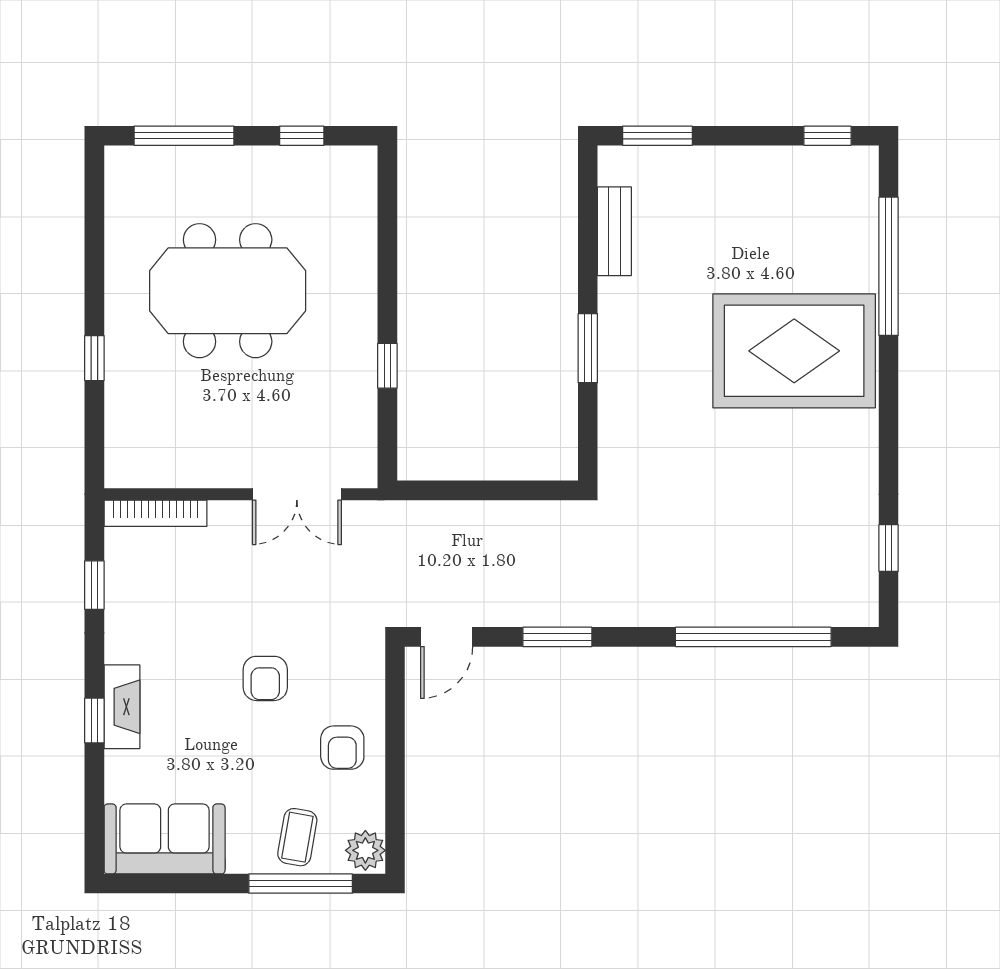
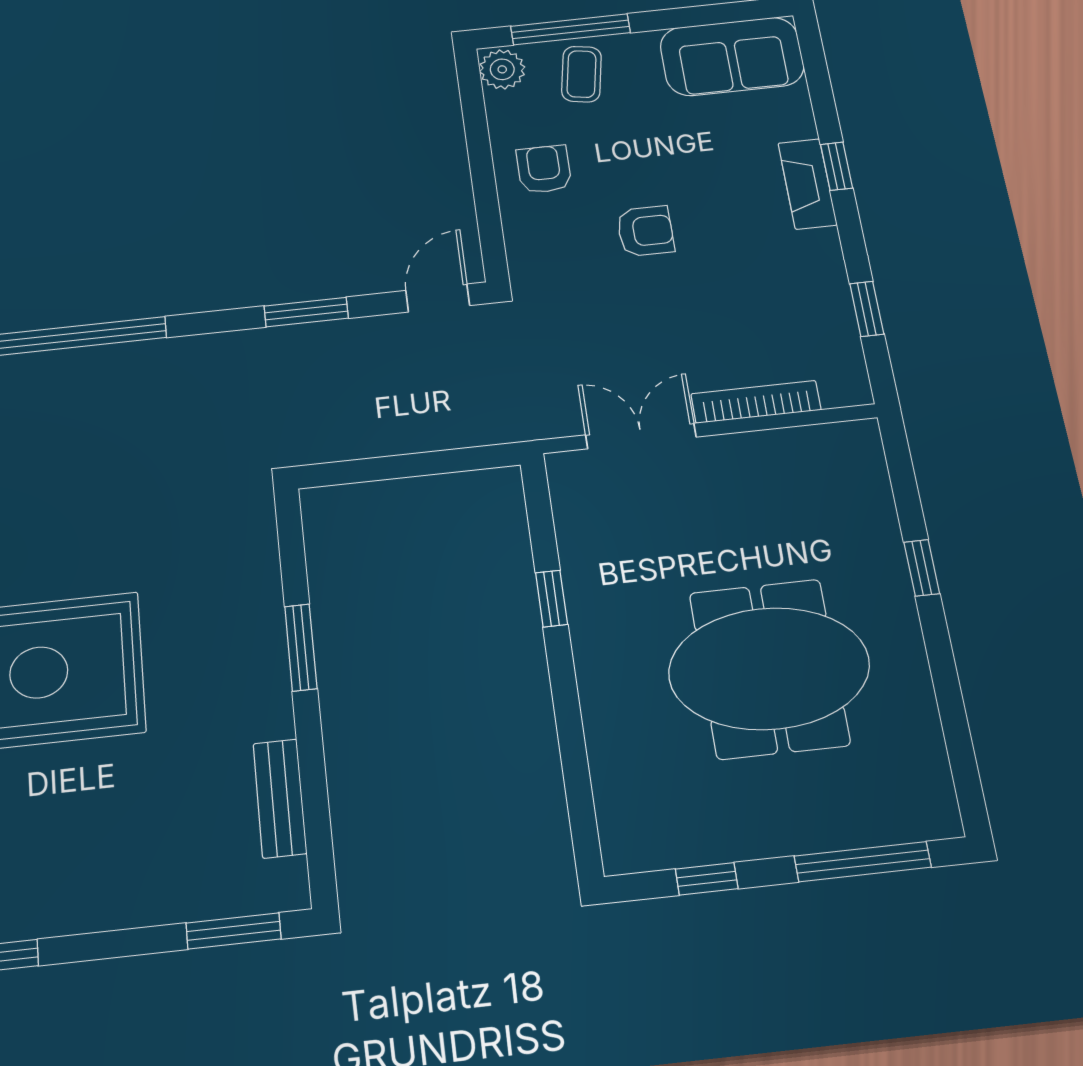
bookcase: (155, 513) -> (756, 402), moved
armchair: (265, 678) -> (645, 231), turned 90

